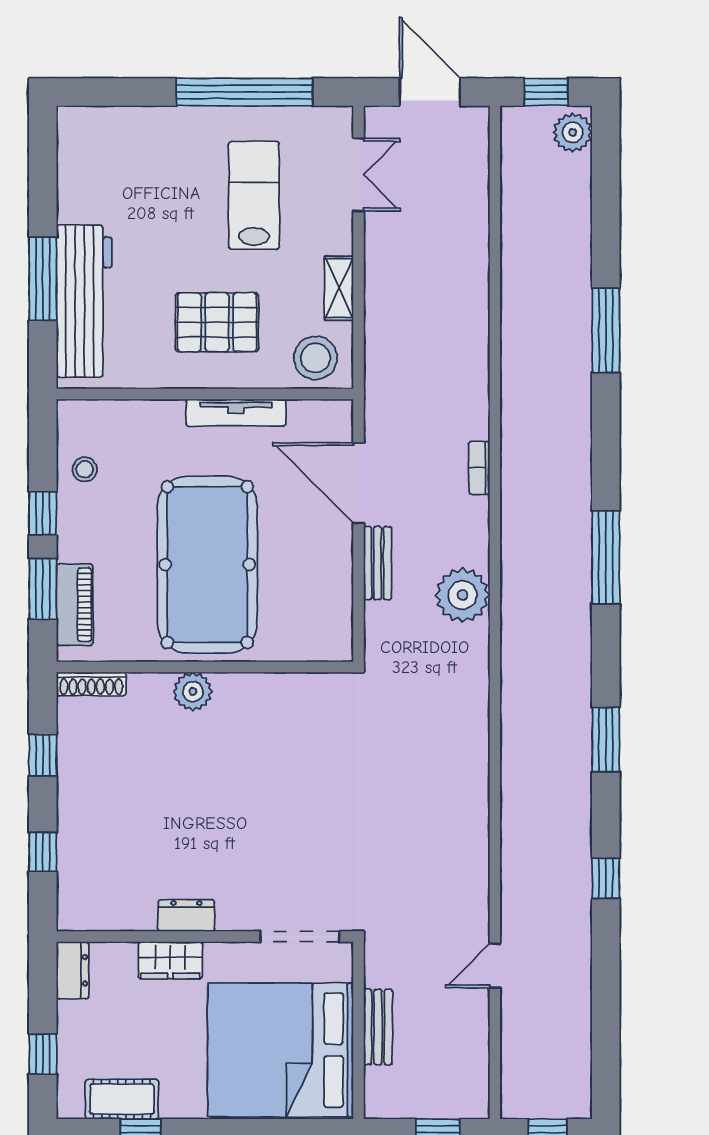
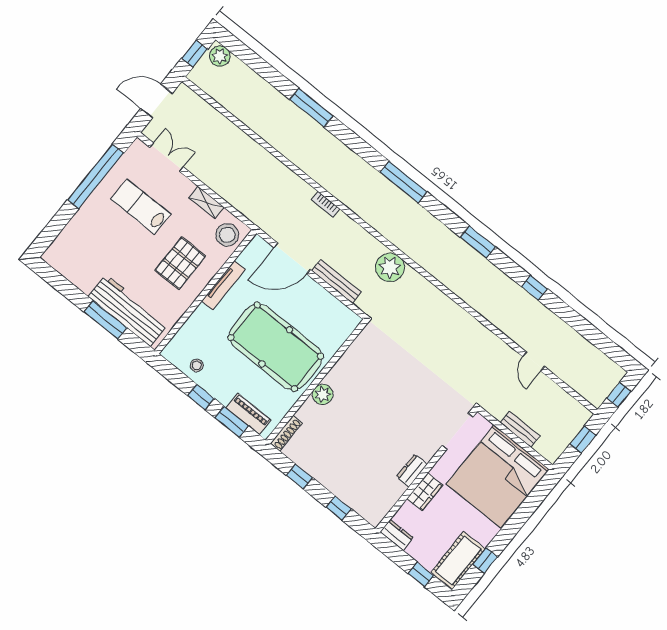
bench: (378, 563) -> (336, 281), width x1.36
plant: (462, 595) -> (390, 267), moved
cot: (122, 1099) -> (458, 560), width x1.37, depth x1.34

